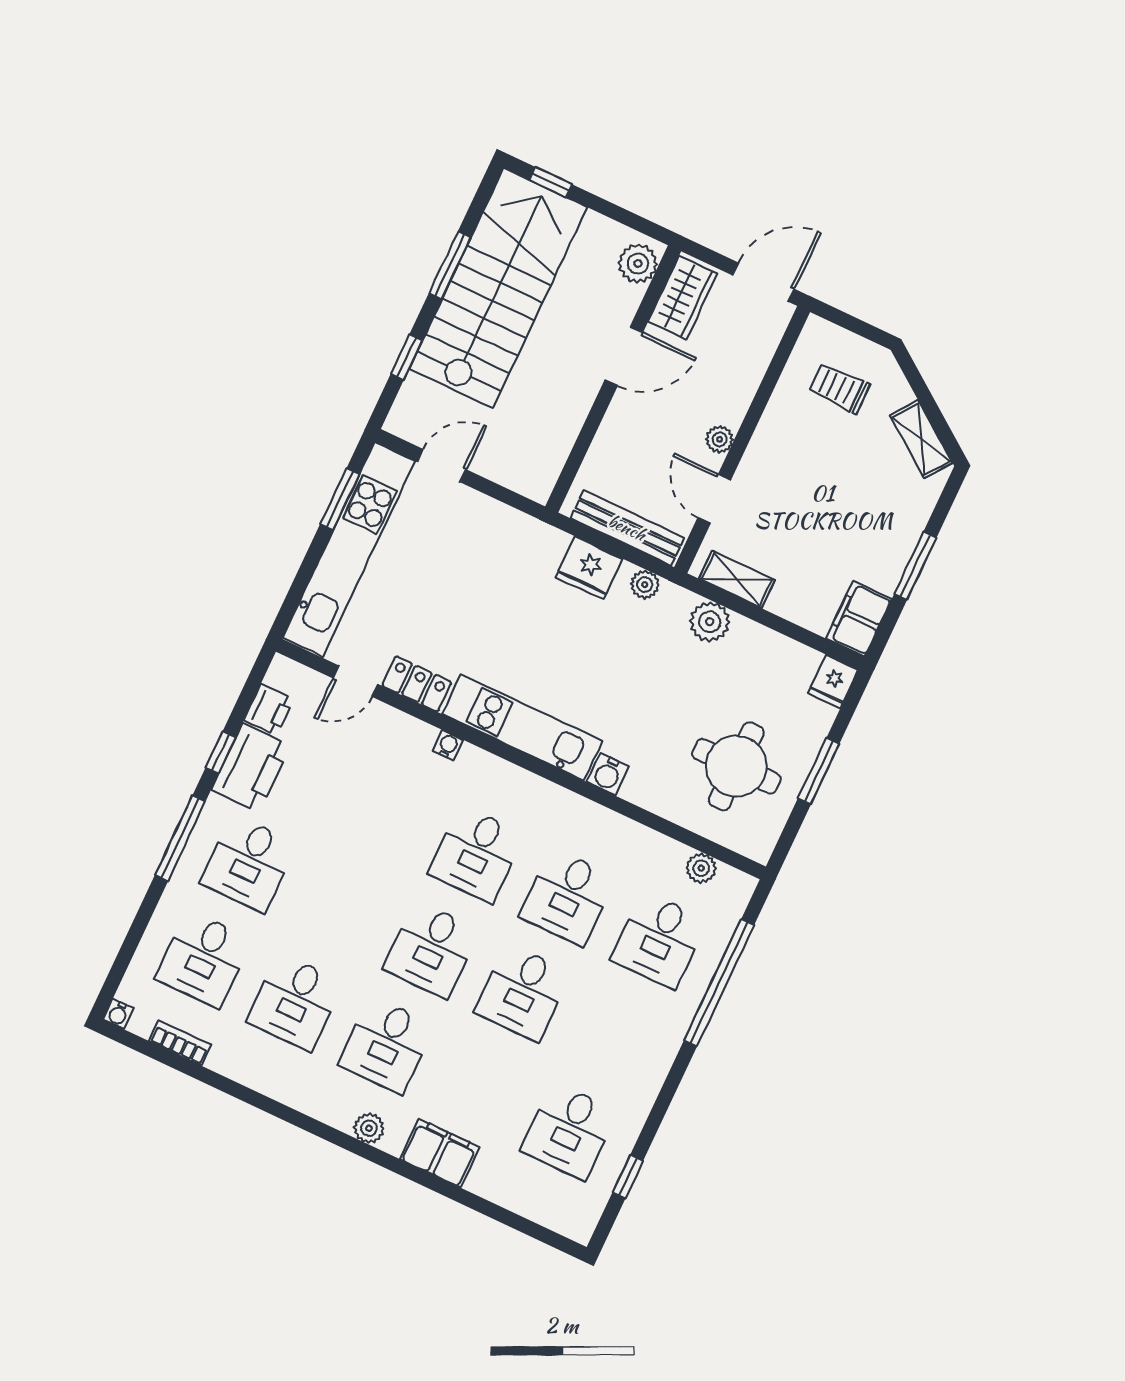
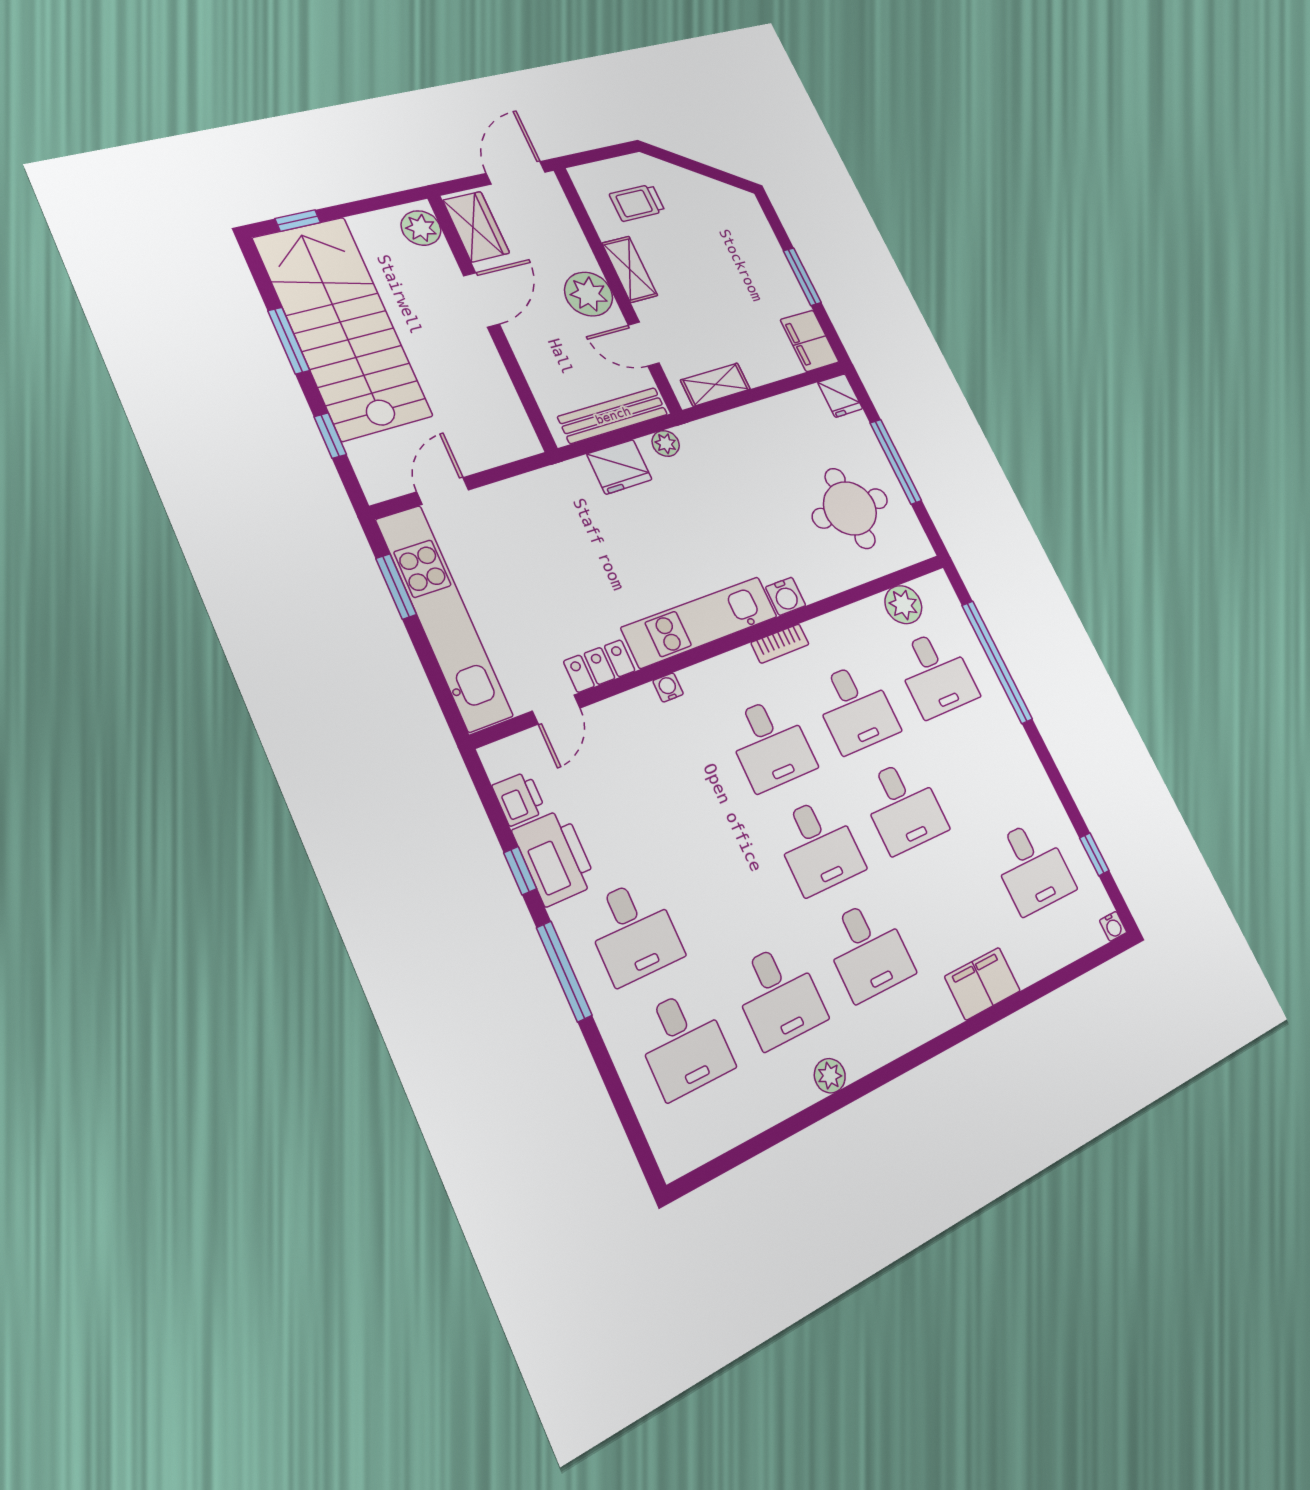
plant: (720, 439) -> (589, 294), width x1.87, depth x1.87
shelving: (921, 439) -> (630, 269), moved, turned 54
plant: (710, 622) -> (731, 429), removed
window: (819, 771) -> (896, 462), width x1.44
plant: (701, 868) -> (903, 605), width x1.38, depth x1.38
water cooler: (118, 1014) -> (1113, 926), moved
bookcase: (180, 1043) -> (780, 644), moved, turned 180
plant: (369, 1128) -> (830, 1076), moved

